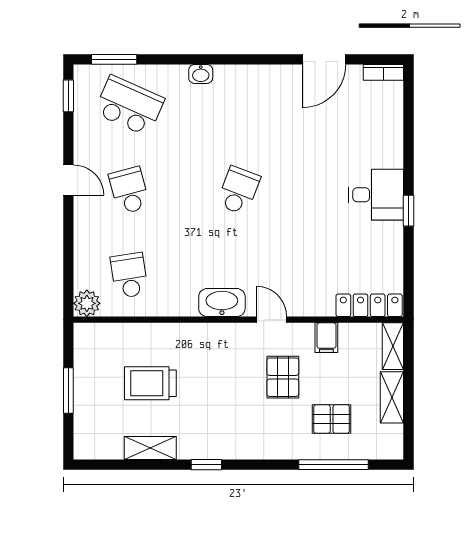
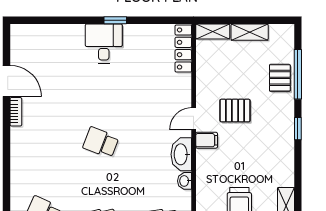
bookcase: (383, 72) -> (16, 112), moved
washbasin: (201, 74) -> (185, 181), moved, turned 180
filing cabinet: (326, 338) -> (207, 140), moved
pallet: (332, 419) -> (280, 78), moved
window: (206, 465) -> (298, 129), moved

